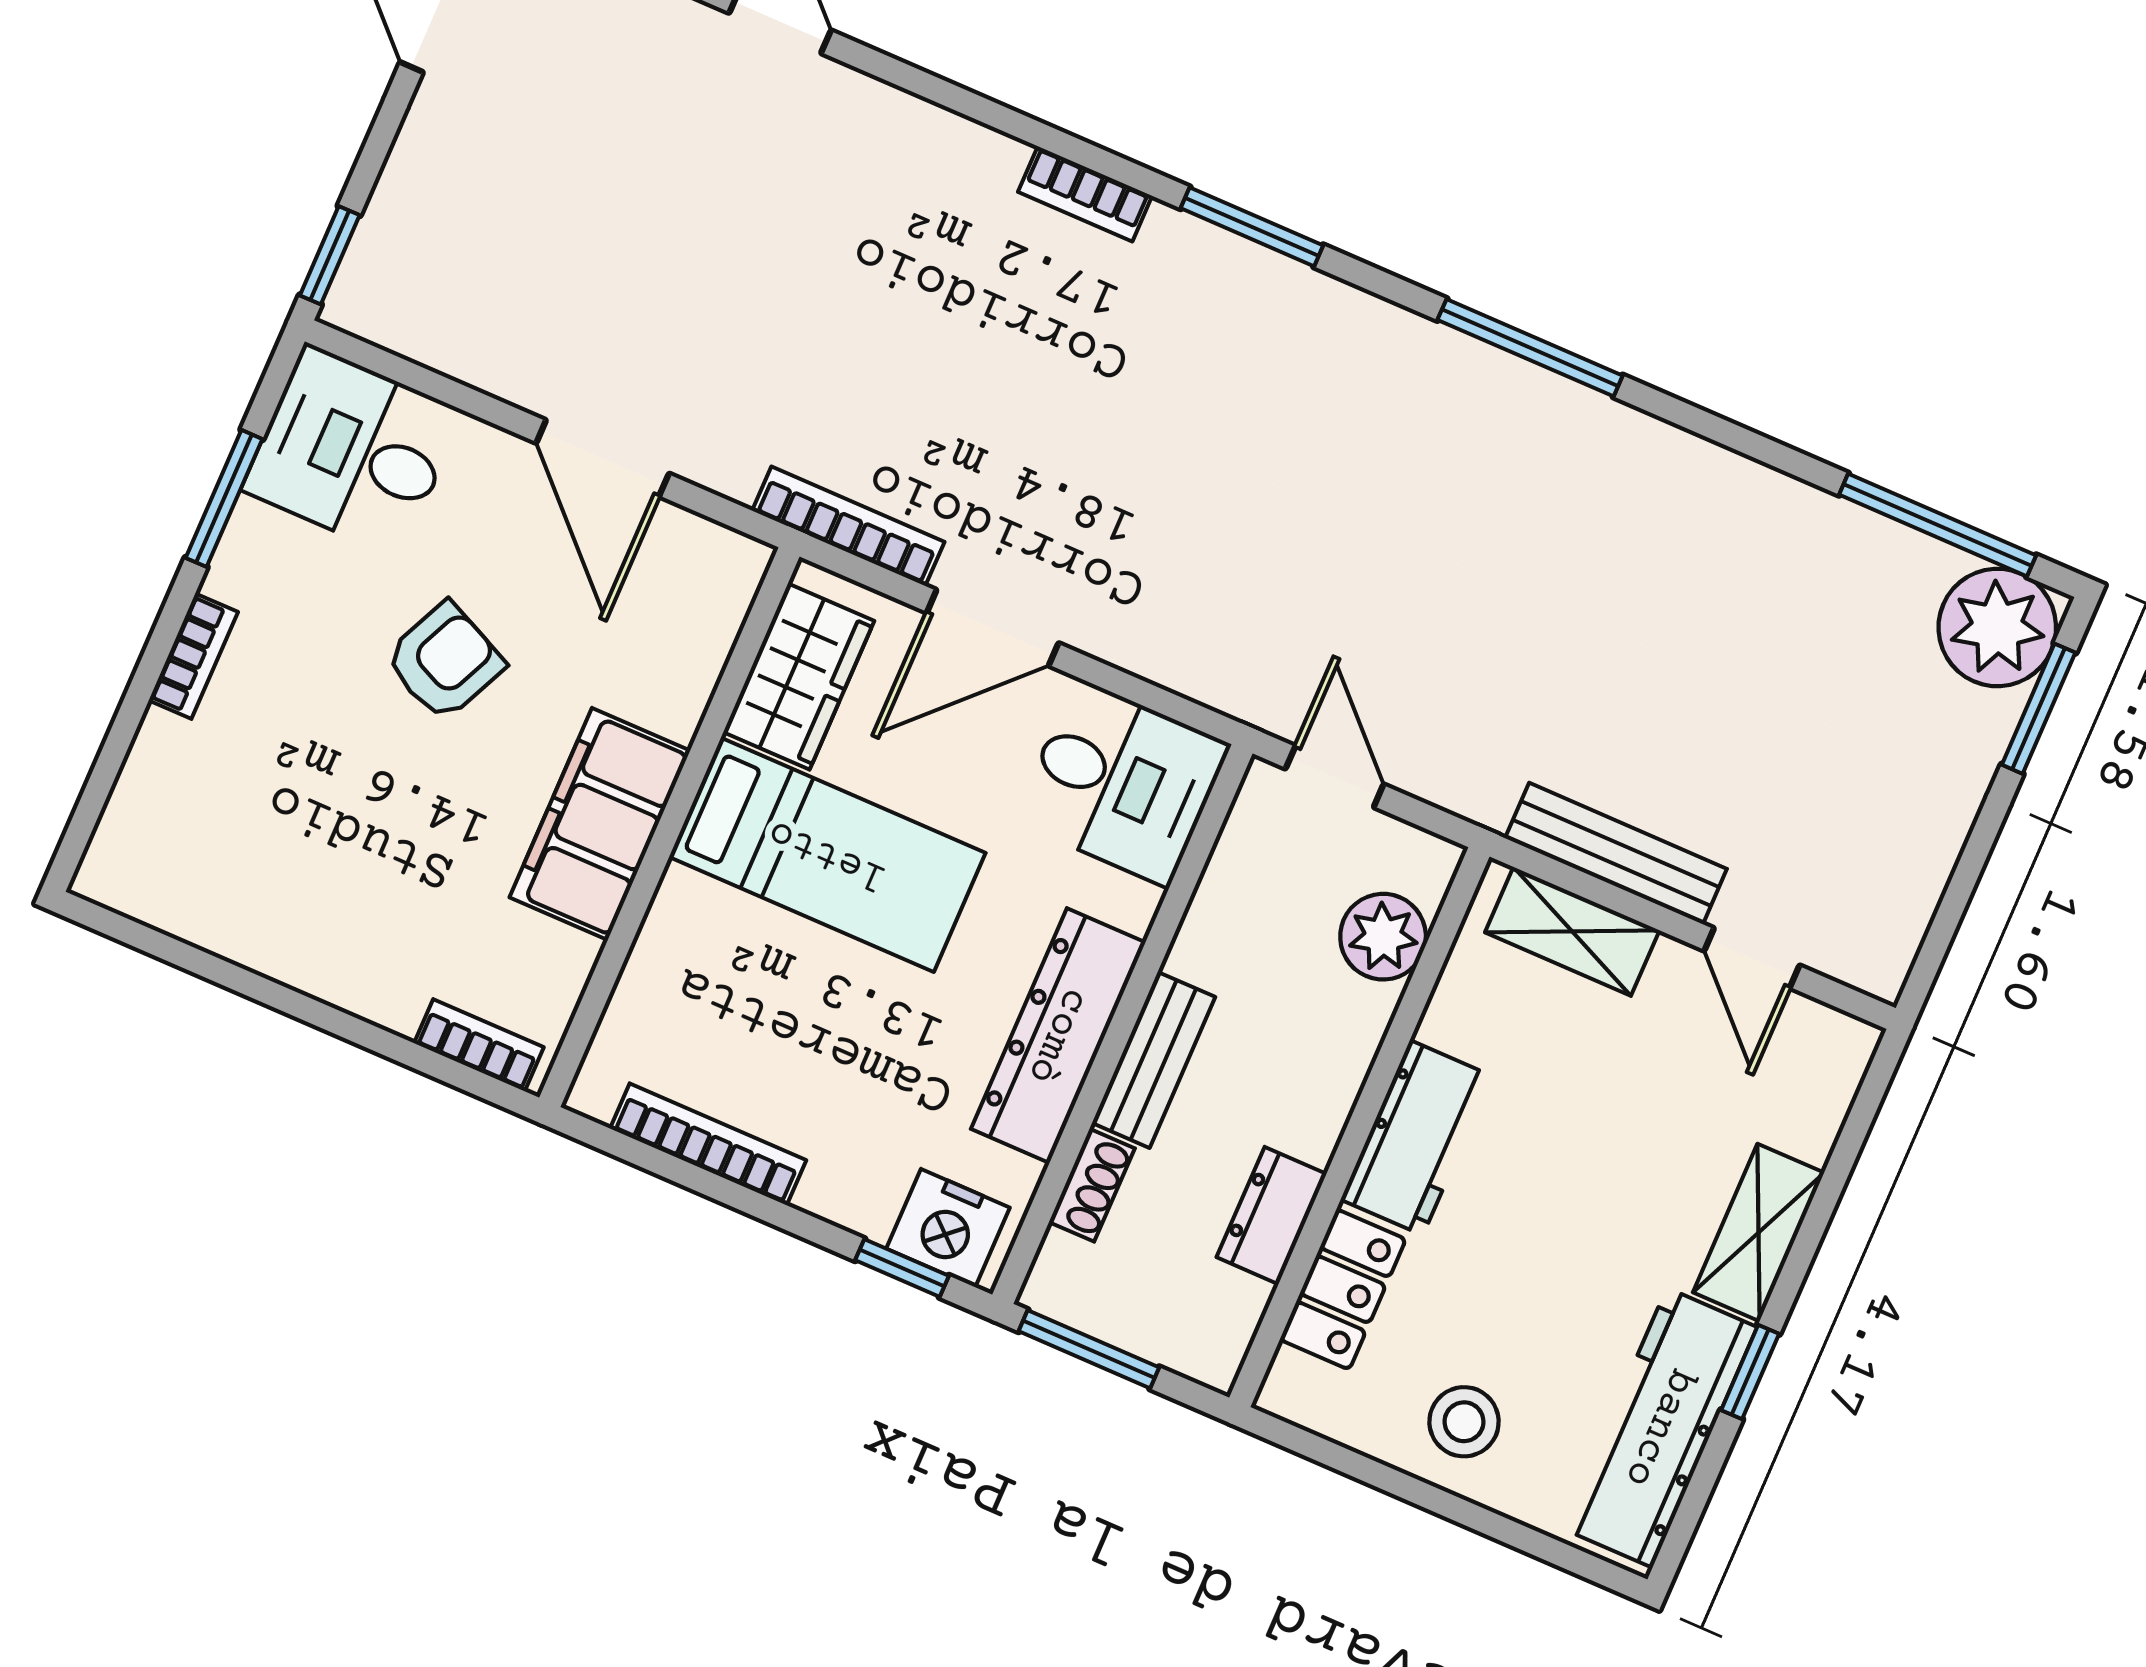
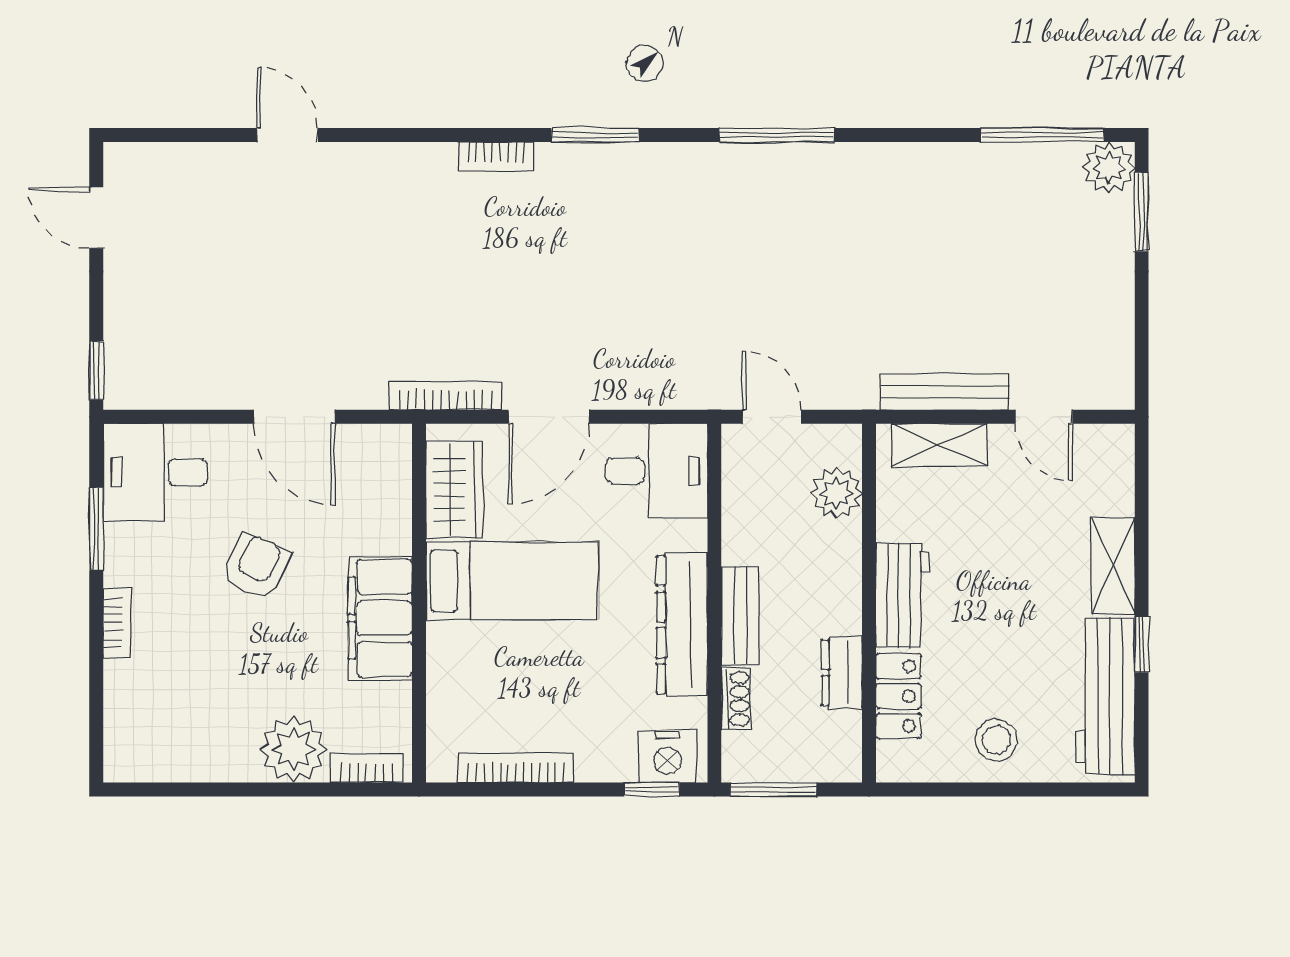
plant: (1997, 627) -> (1109, 168), width x0.73, depth x0.73
plant: (379, 967) -> (293, 749), added

